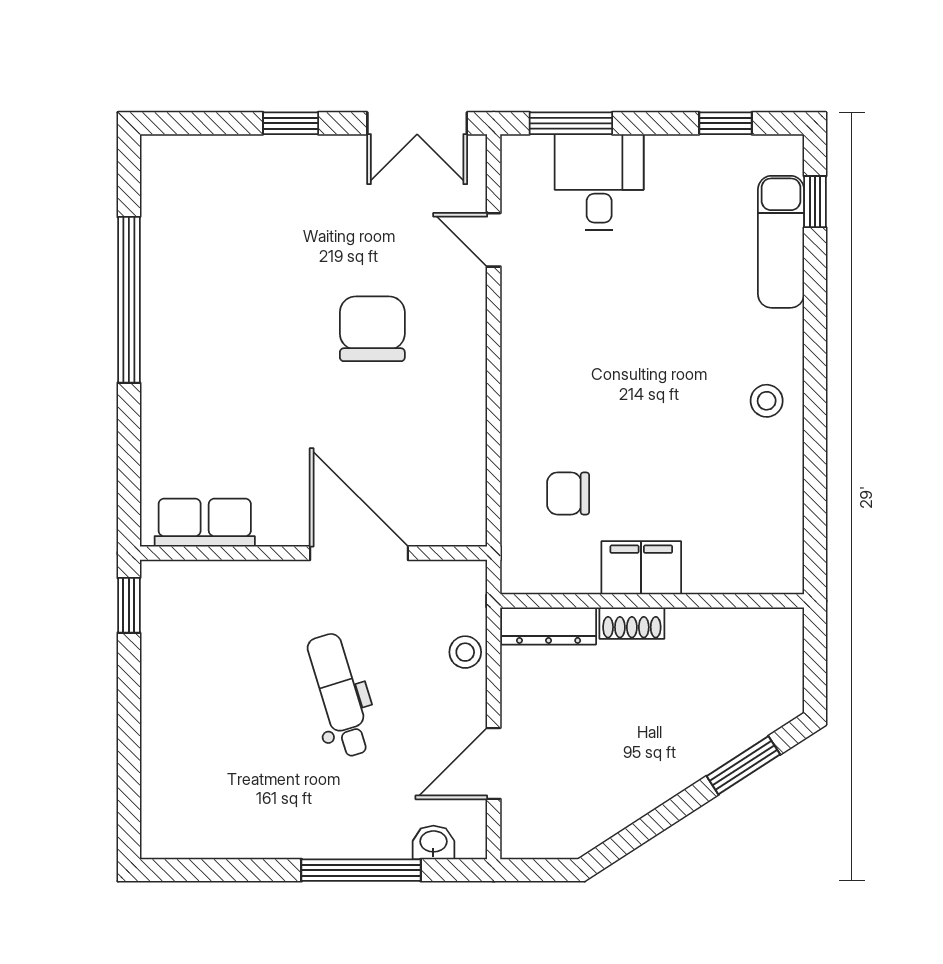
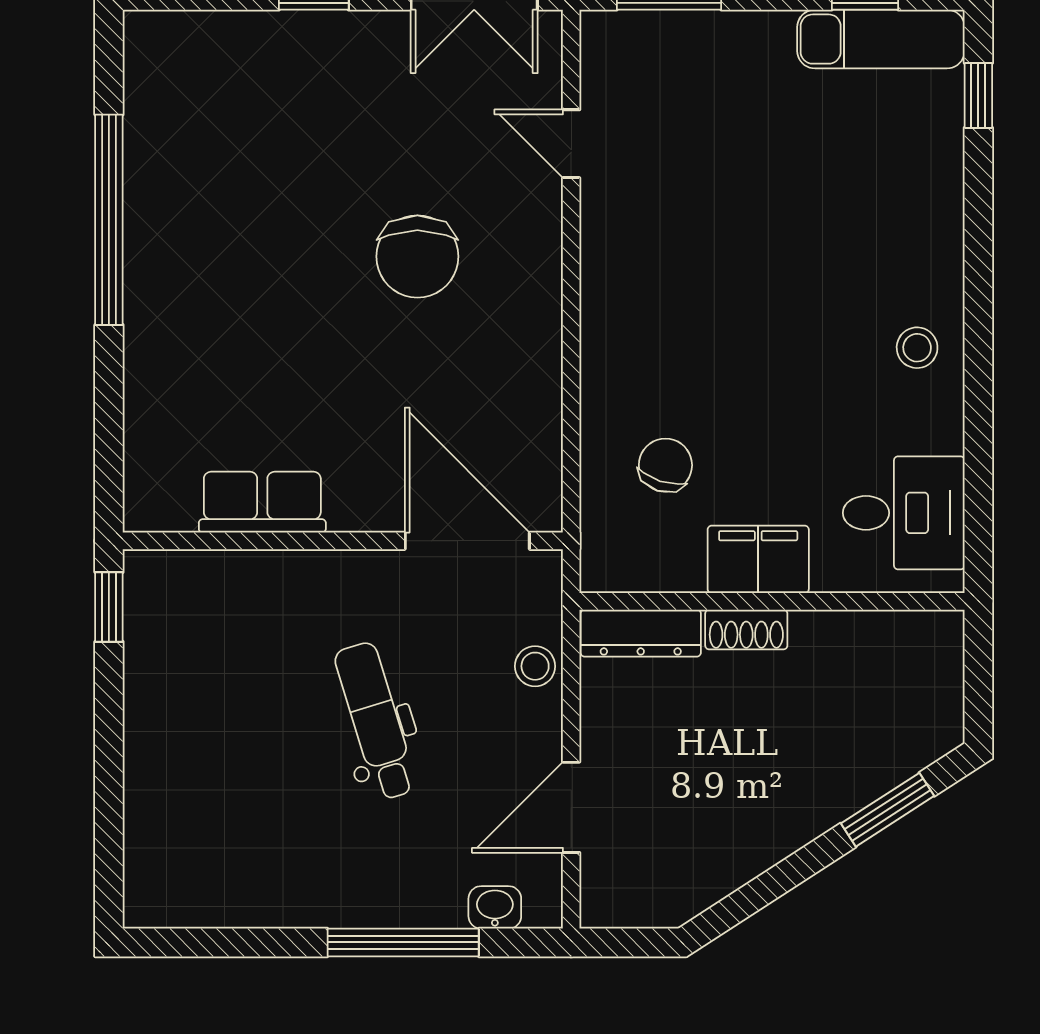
desk: (599, 182) -> (904, 513), moved, turned 90
exam couch: (781, 242) -> (881, 39), moved, turned -90
chair: (372, 329) -> (417, 256), turned 180
chair: (568, 493) -> (665, 465), turned 108
row of seats: (205, 523) -> (262, 502), moved
door: (359, 553) -> (467, 541), moved

